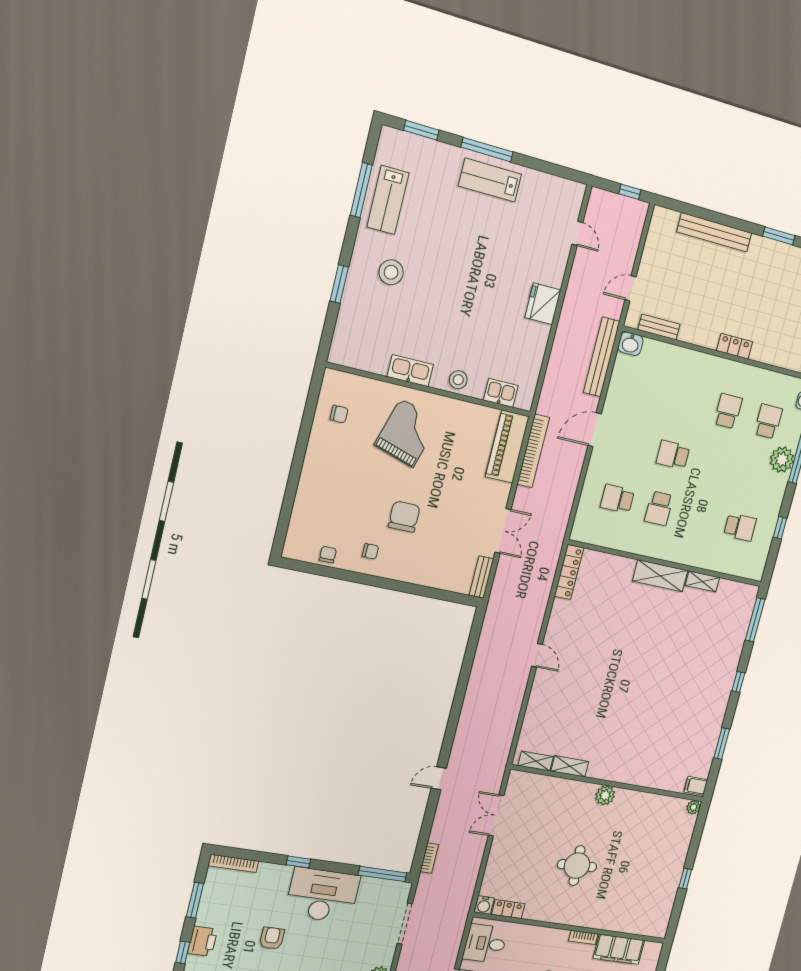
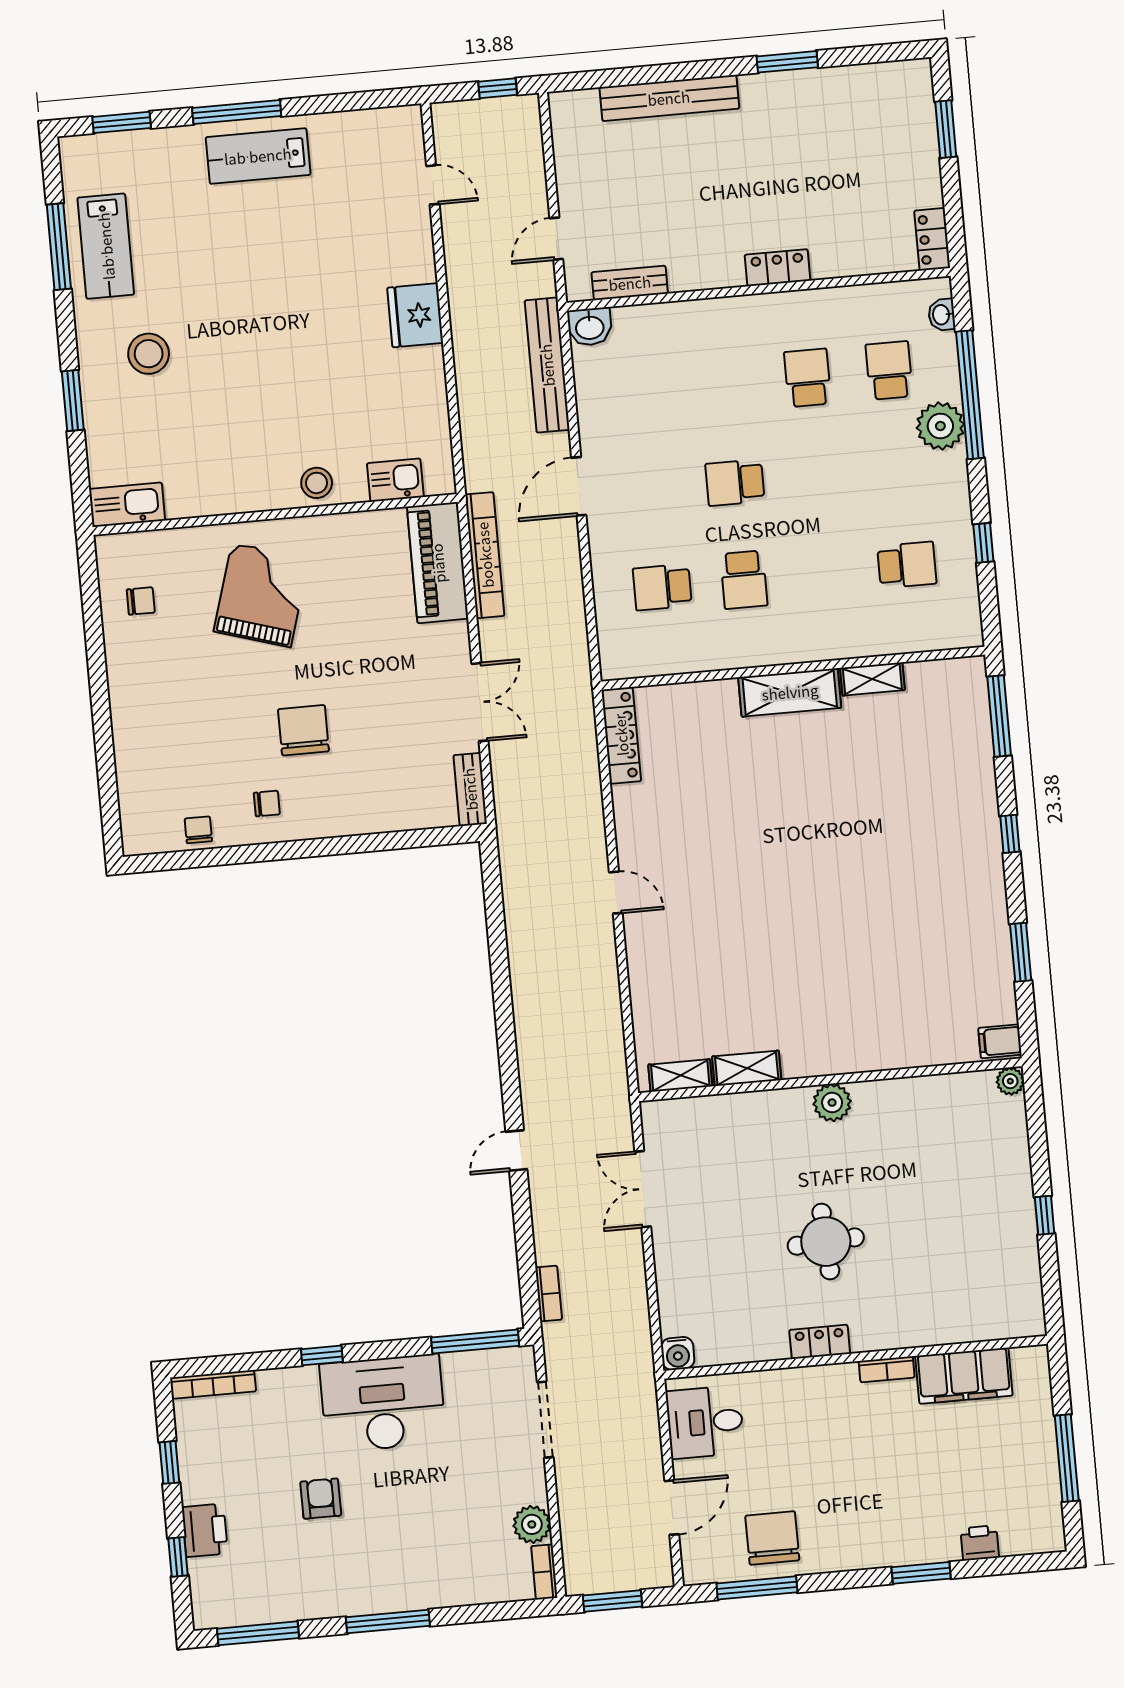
kitchen sink: (410, 371) -> (127, 505), moved
window: (195, 900) -> (169, 1462), width x0.67
locker: (508, 909) -> (820, 1342), moved

